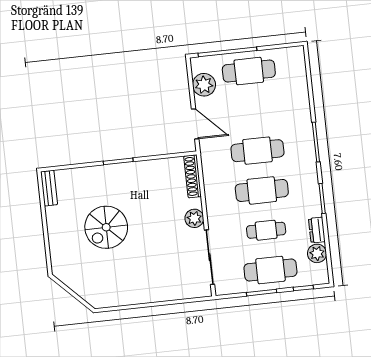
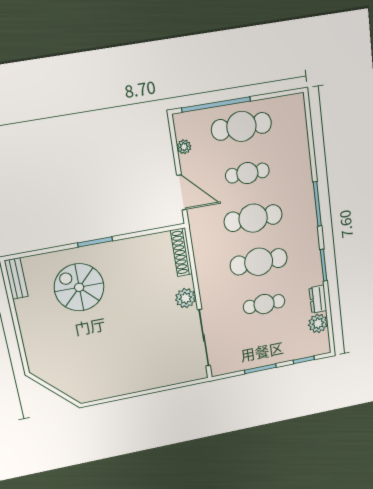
plant: (204, 85) -> (184, 147), width x0.53, depth x0.53
spiral stairs: (106, 227) -> (79, 287), moved, turned 90
cafe table: (270, 270) -> (247, 173), moved, width x0.73, depth x0.74

